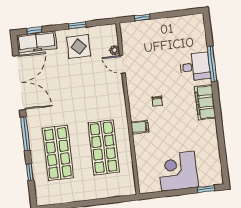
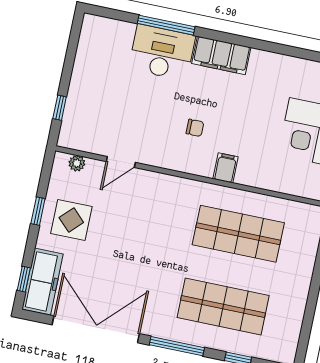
plant: (114, 50) -> (77, 163), moved
desk: (195, 67) -> (162, 52), width x1.37

